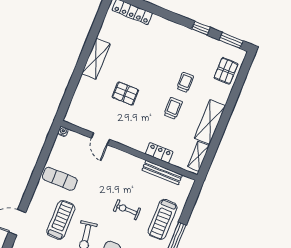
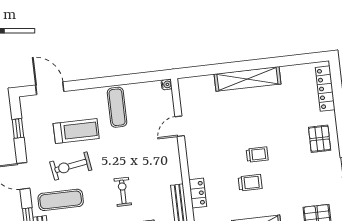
shelving: (96, 59) -> (247, 79), width x1.47
trolley: (185, 82) -> (257, 155), moved
pallet: (125, 94) -> (320, 139), moved

